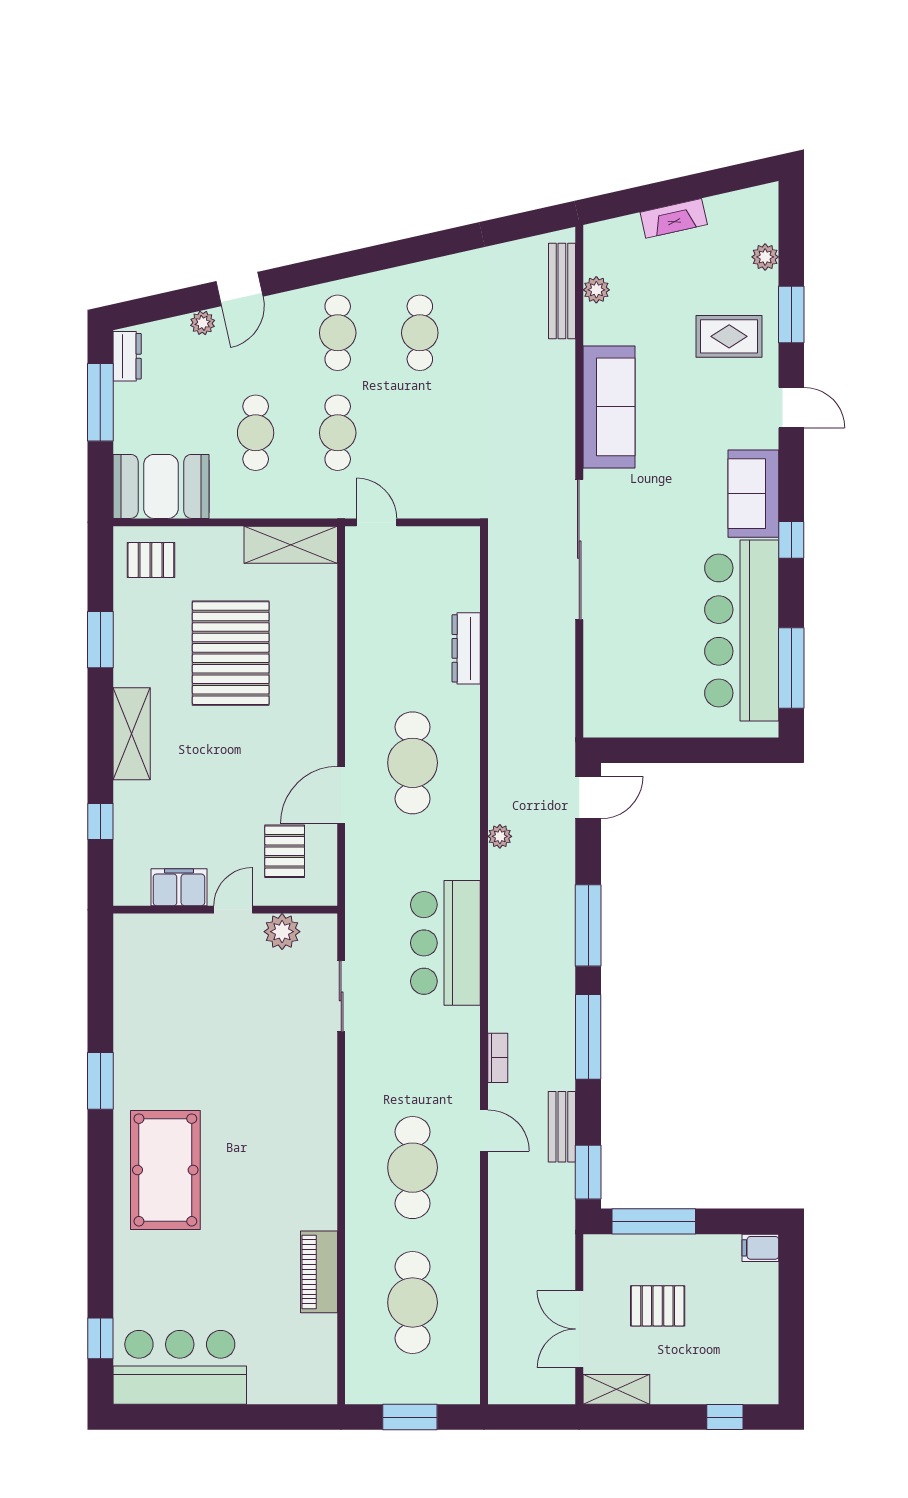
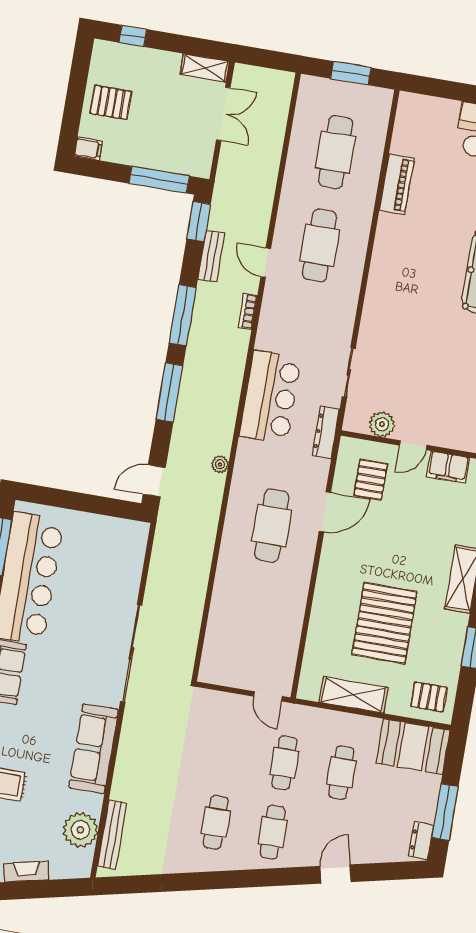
plant: (596, 290) -> (80, 830), width x1.88, depth x1.88
plant: (203, 323) -> (365, 855), removed
shelving: (291, 545) -> (353, 695), moved
dresser: (466, 648) -> (326, 432), moved, turned 180
pallet: (658, 1306) -> (111, 102), moved

